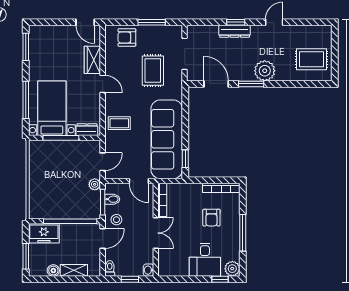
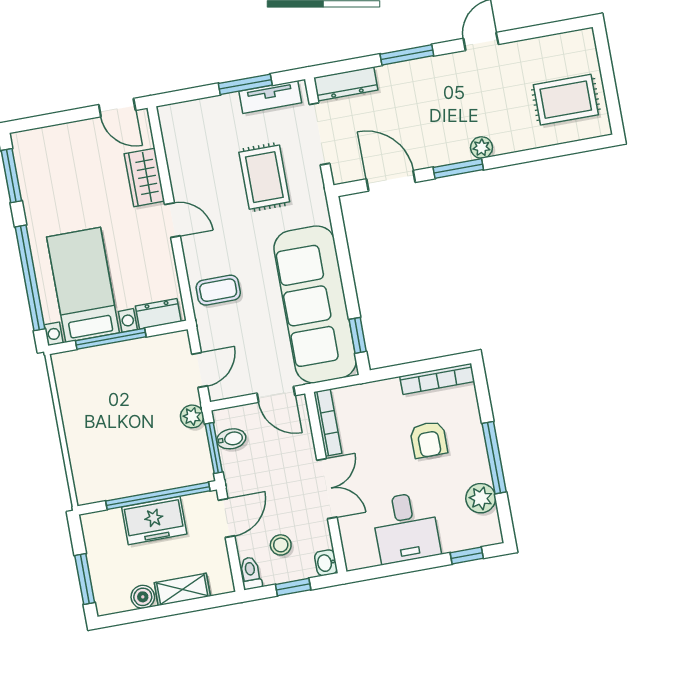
window: (236, 22) -> (407, 55), width x1.50
tv unit: (163, 31) -> (270, 97), added
dresser: (235, 31) -> (346, 84), moved
armchair: (127, 37) -> (203, 122), removed
plant: (265, 71) -> (482, 147), width x0.53, depth x0.53
window: (26, 100) -> (30, 278), width x1.46
stool: (116, 220) -> (281, 545), moved
freezer: (44, 233) -> (154, 520), moved
desk: (205, 260) -> (406, 528), moved
plant: (232, 269) -> (481, 498), moved

